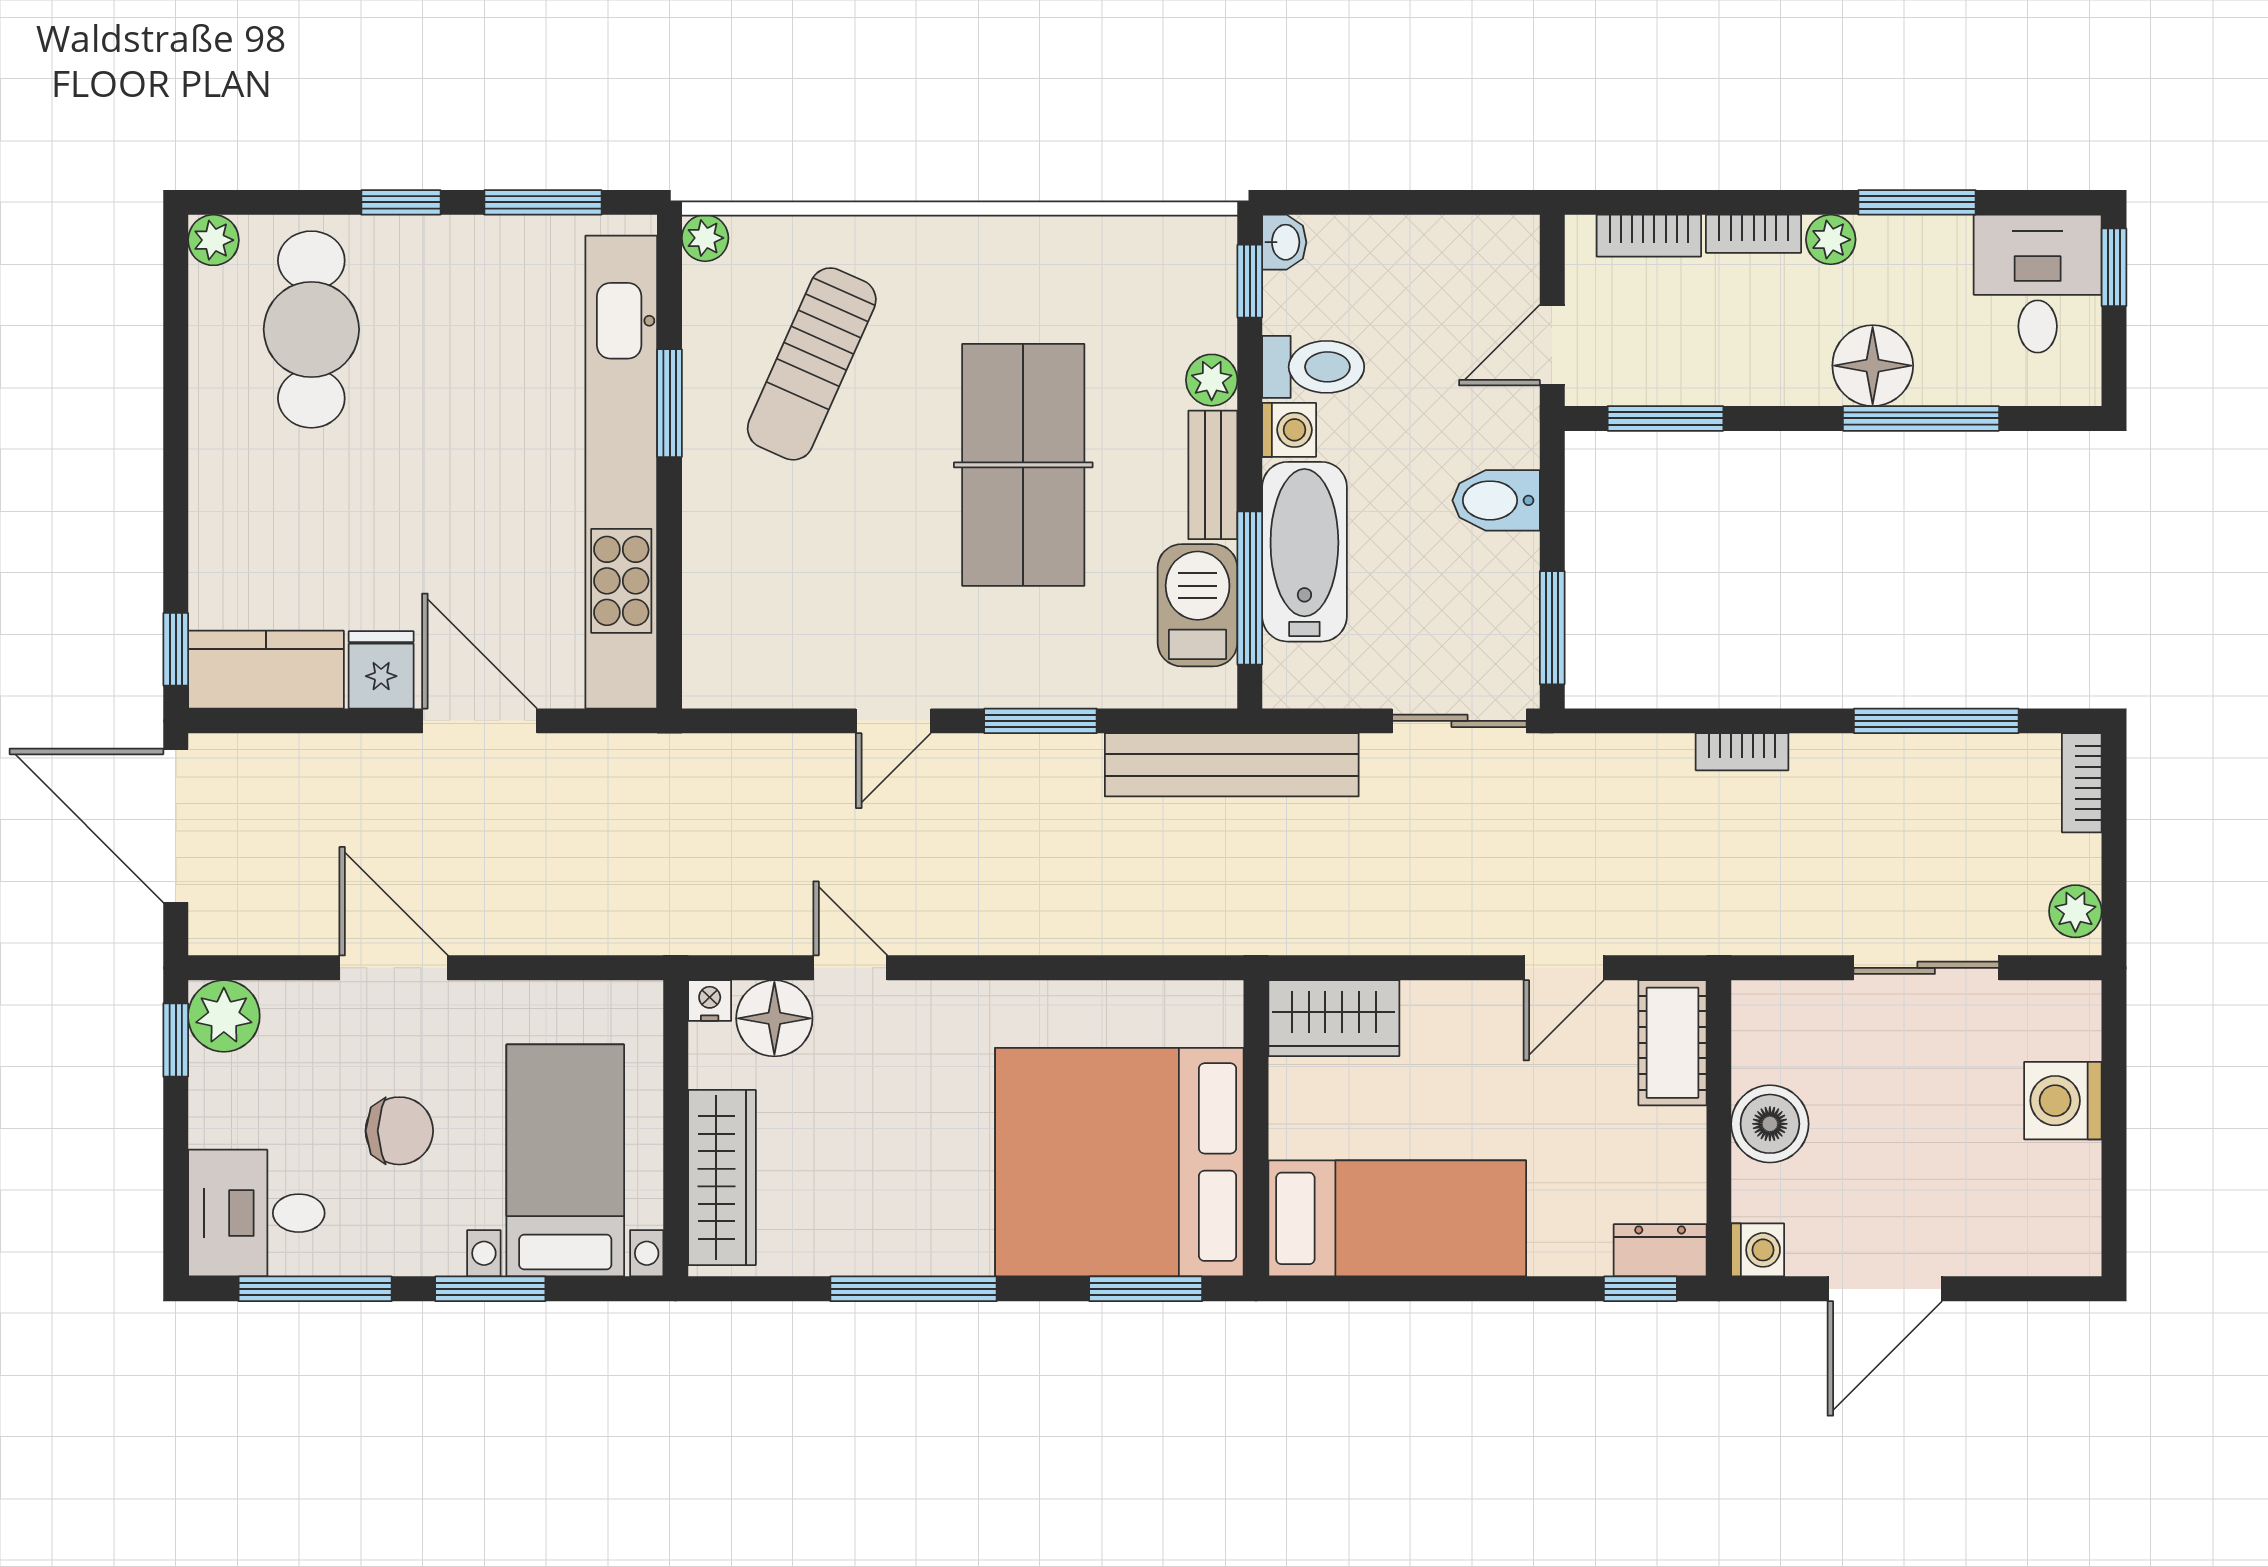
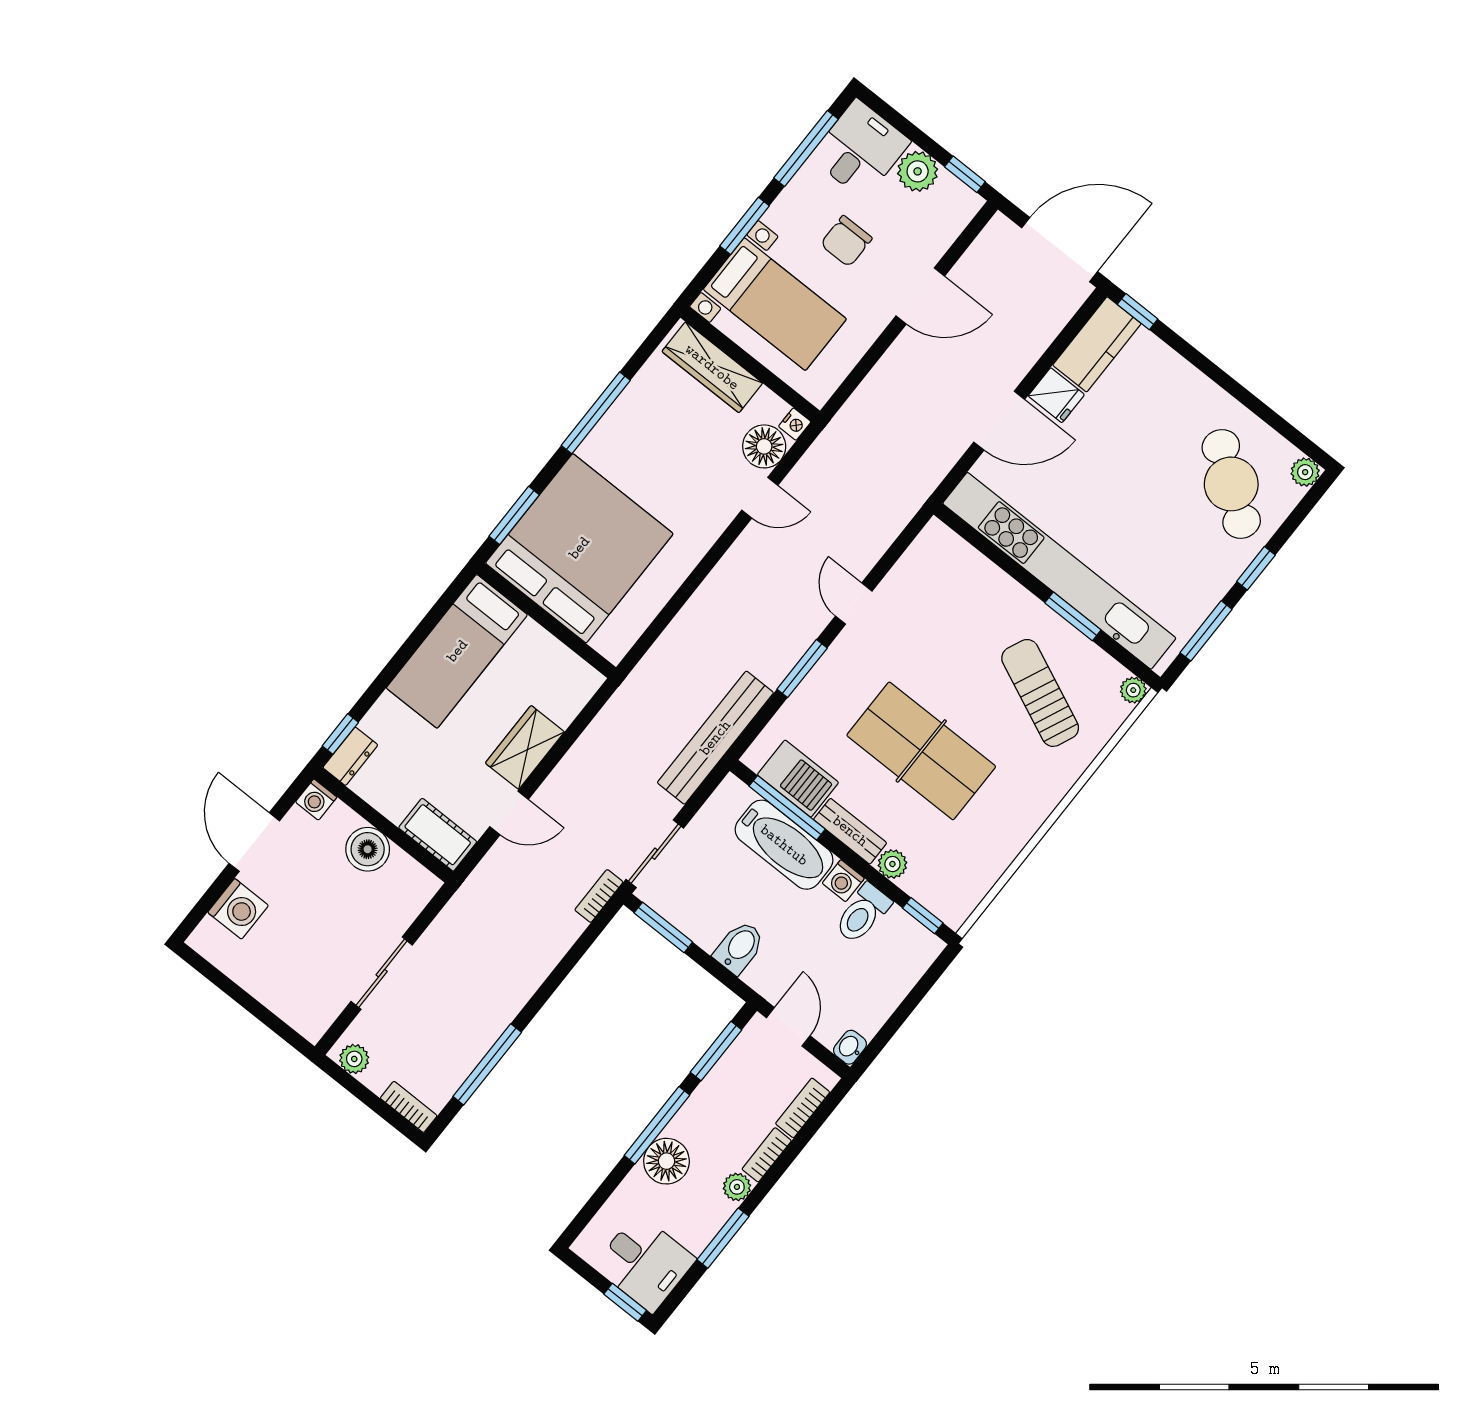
washbasin: (1284, 242) -> (850, 1047), moved, turned 90
cafe table: (311, 329) -> (1231, 484), turned 36
window: (1921, 418) -> (657, 1125), moved
bookcase: (1742, 752) -> (599, 896), moved
door: (1564, 968) -> (509, 813), swing flipped
plant: (224, 1016) -> (918, 171), moved
wardrobe: (1334, 1018) -> (525, 747), moved
washing machine: (2063, 1101) -> (238, 909), moved, turned 90

